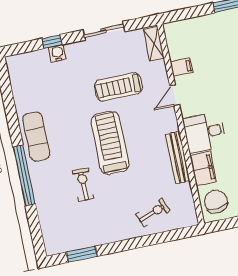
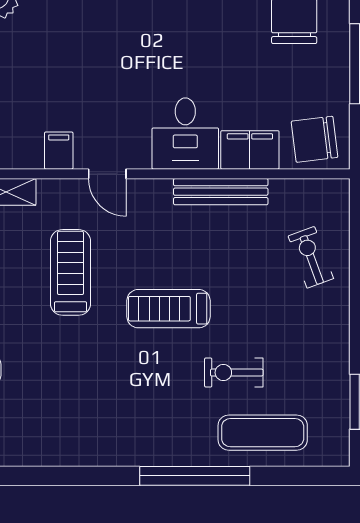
treadmill: (118, 87) -> (71, 272), turned 180
exercise mat: (36, 136) -> (263, 433), moved
treadmill: (110, 143) -> (168, 309), width x0.73, depth x0.73

